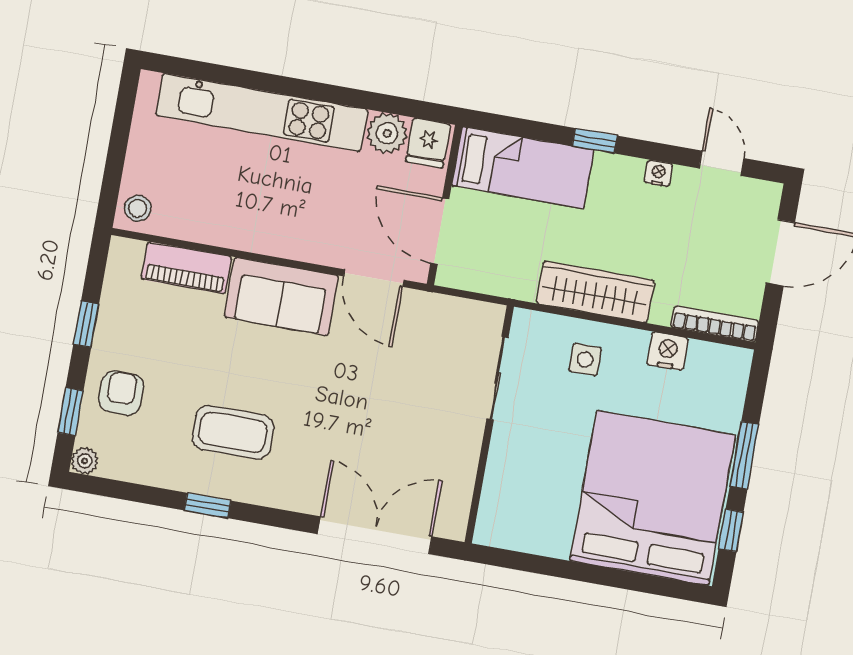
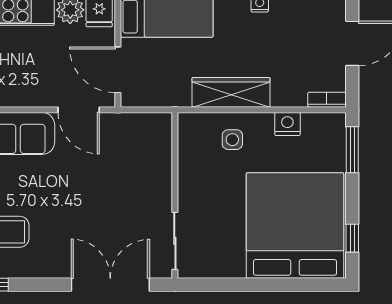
bookcase: (715, 324) -> (327, 100), width x0.64
sliding door: (498, 378) -> (175, 241), moved
window: (744, 455) -> (352, 150), moved

